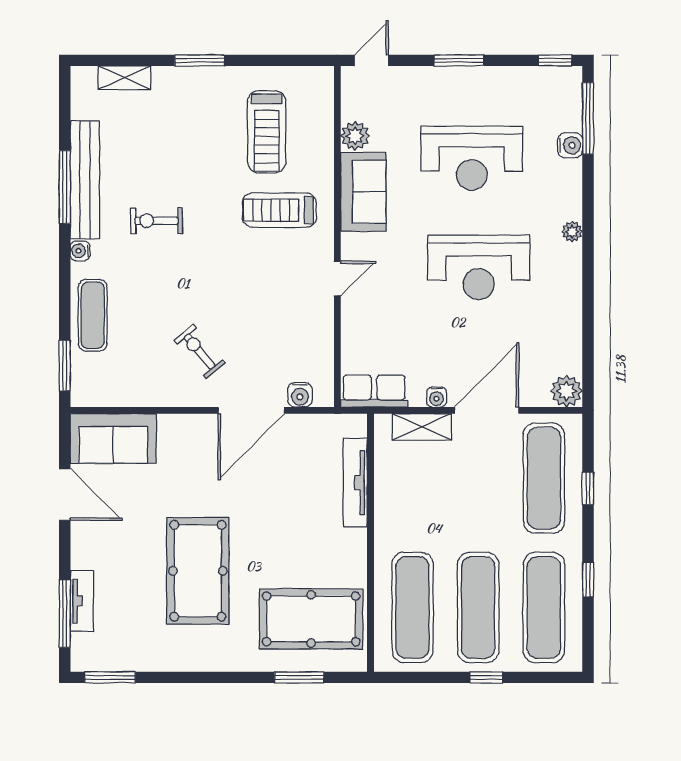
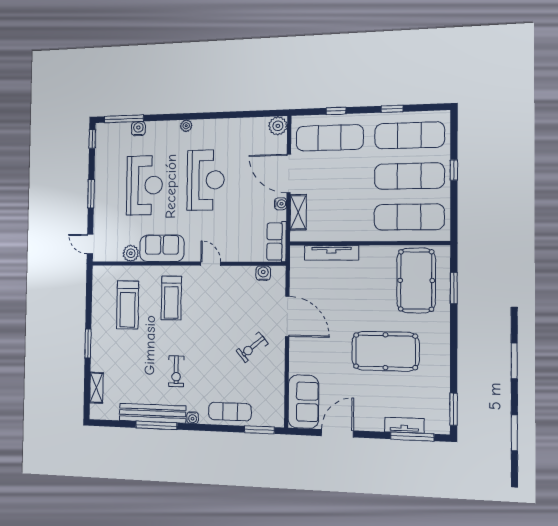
treadmill: (267, 132) -> (128, 305), turned 90
water cooler: (300, 395) -> (263, 273), moved, turned -90

